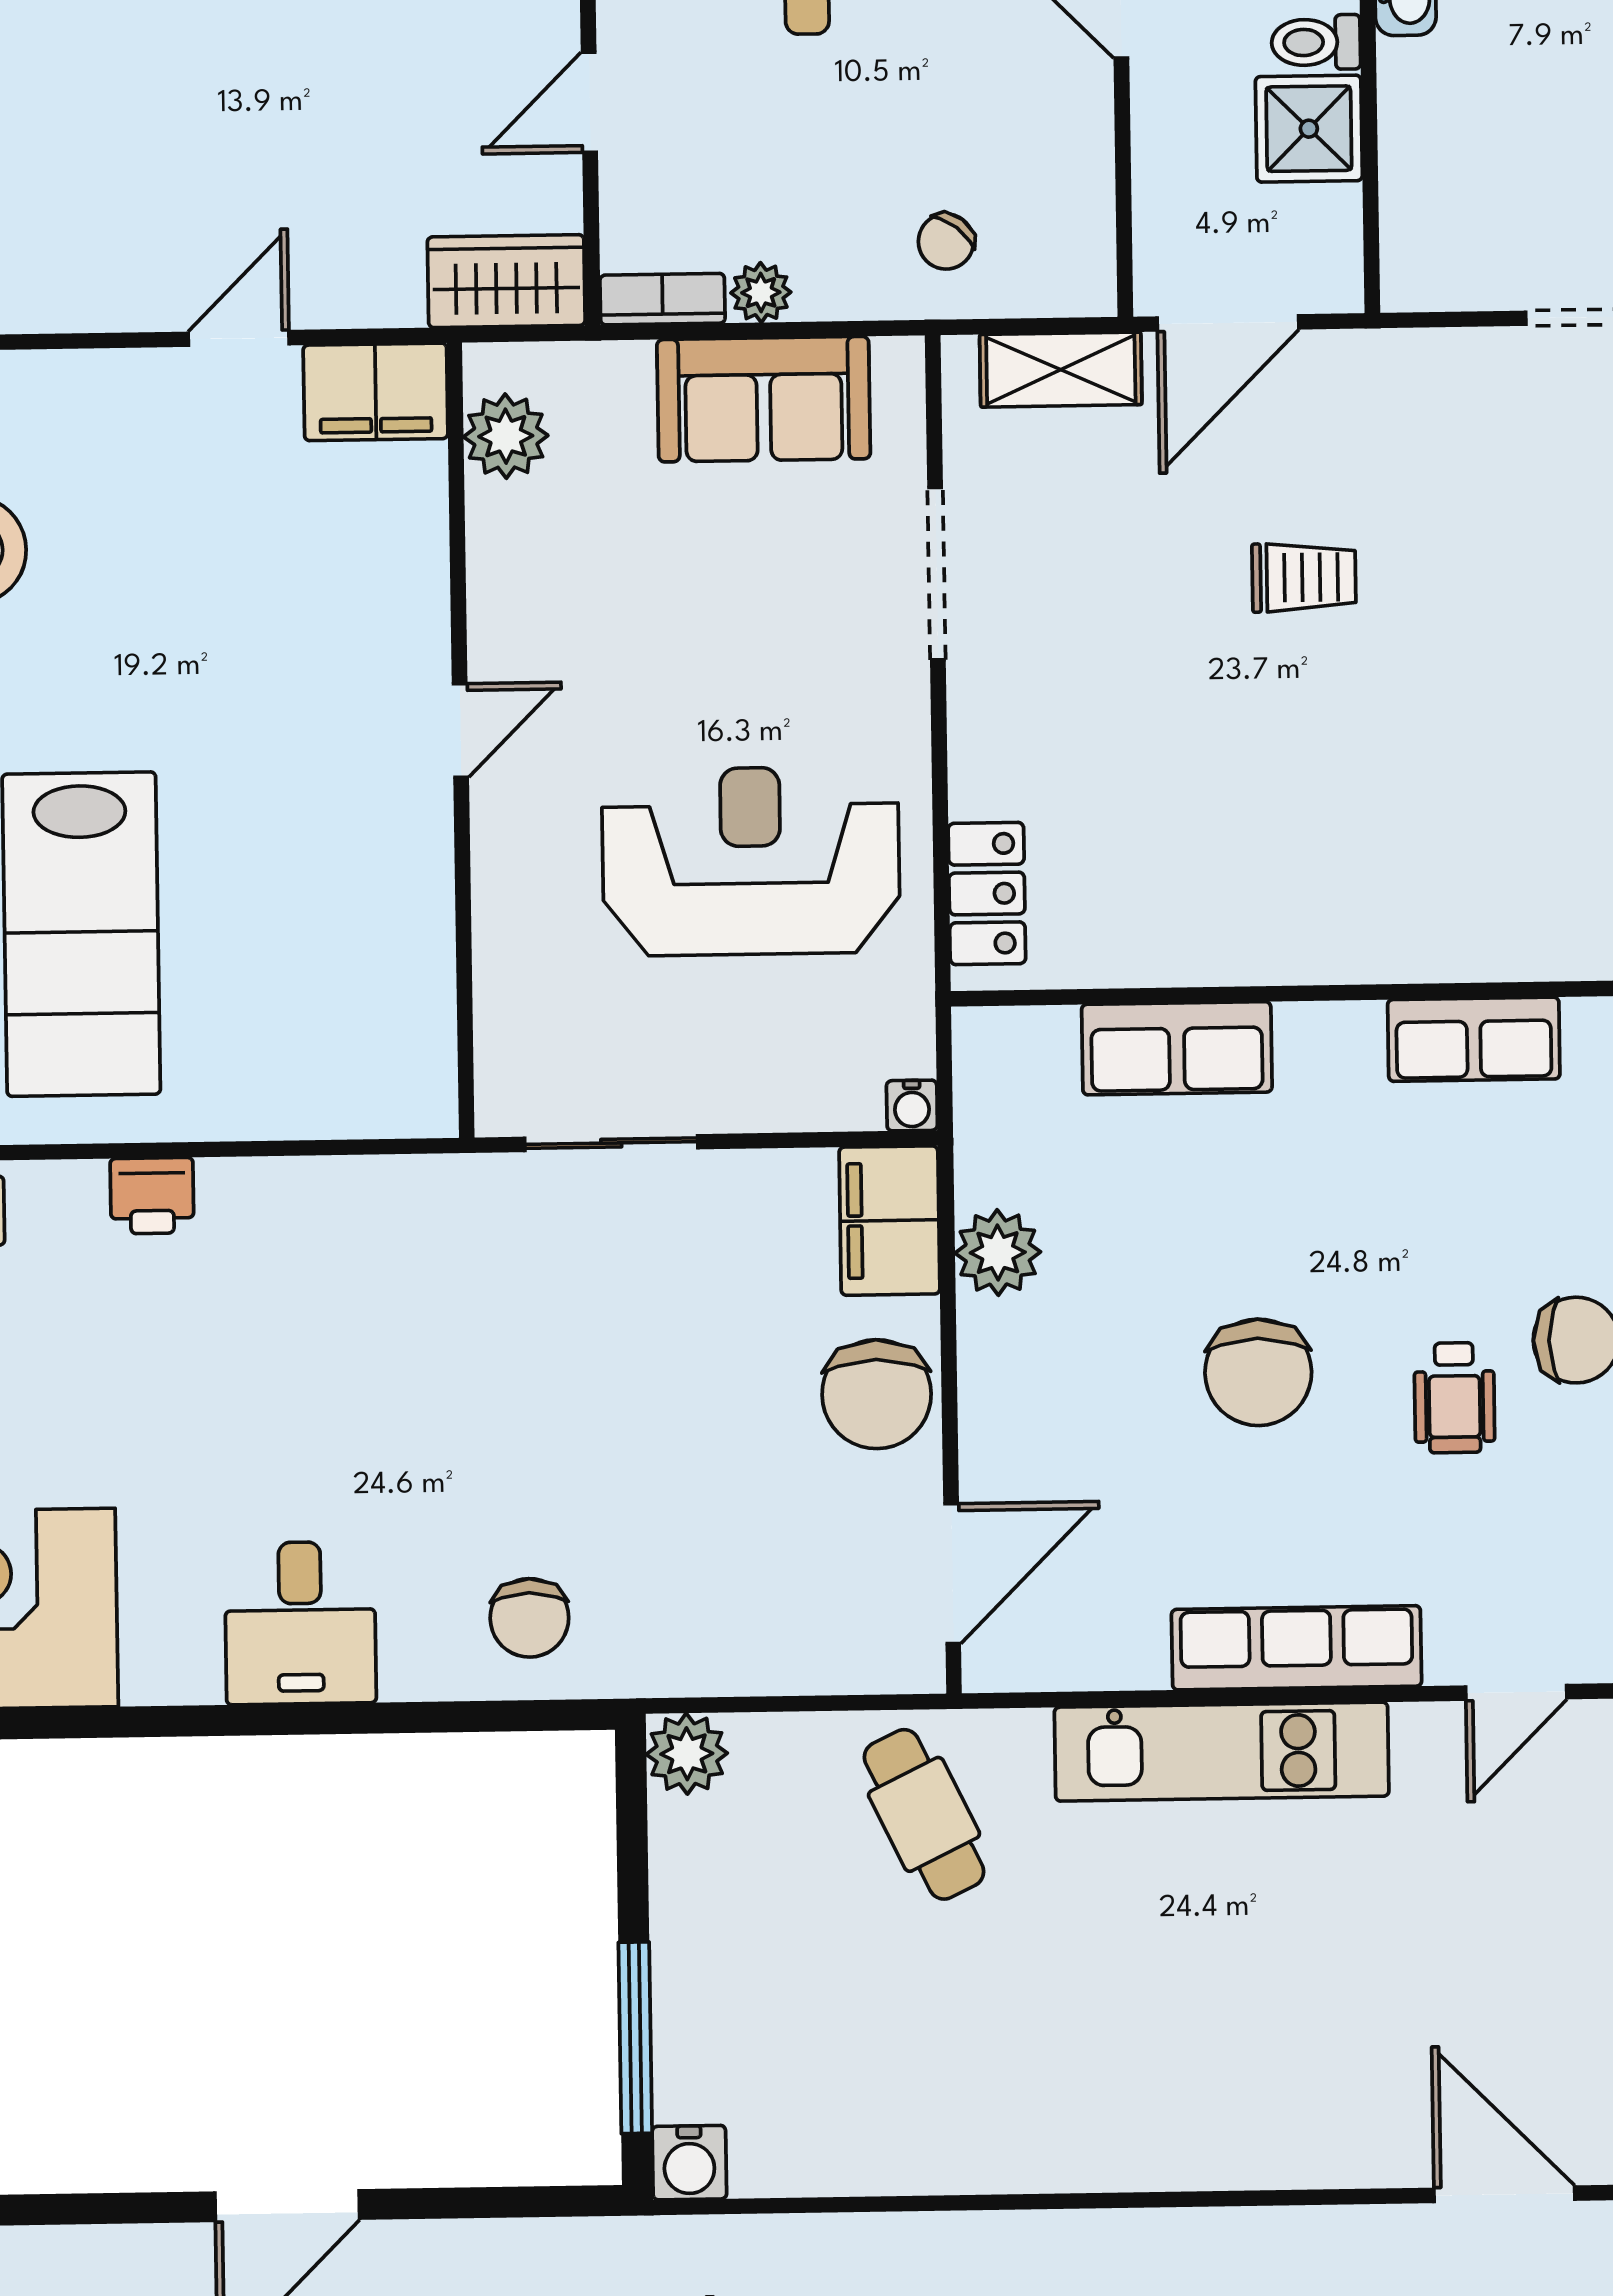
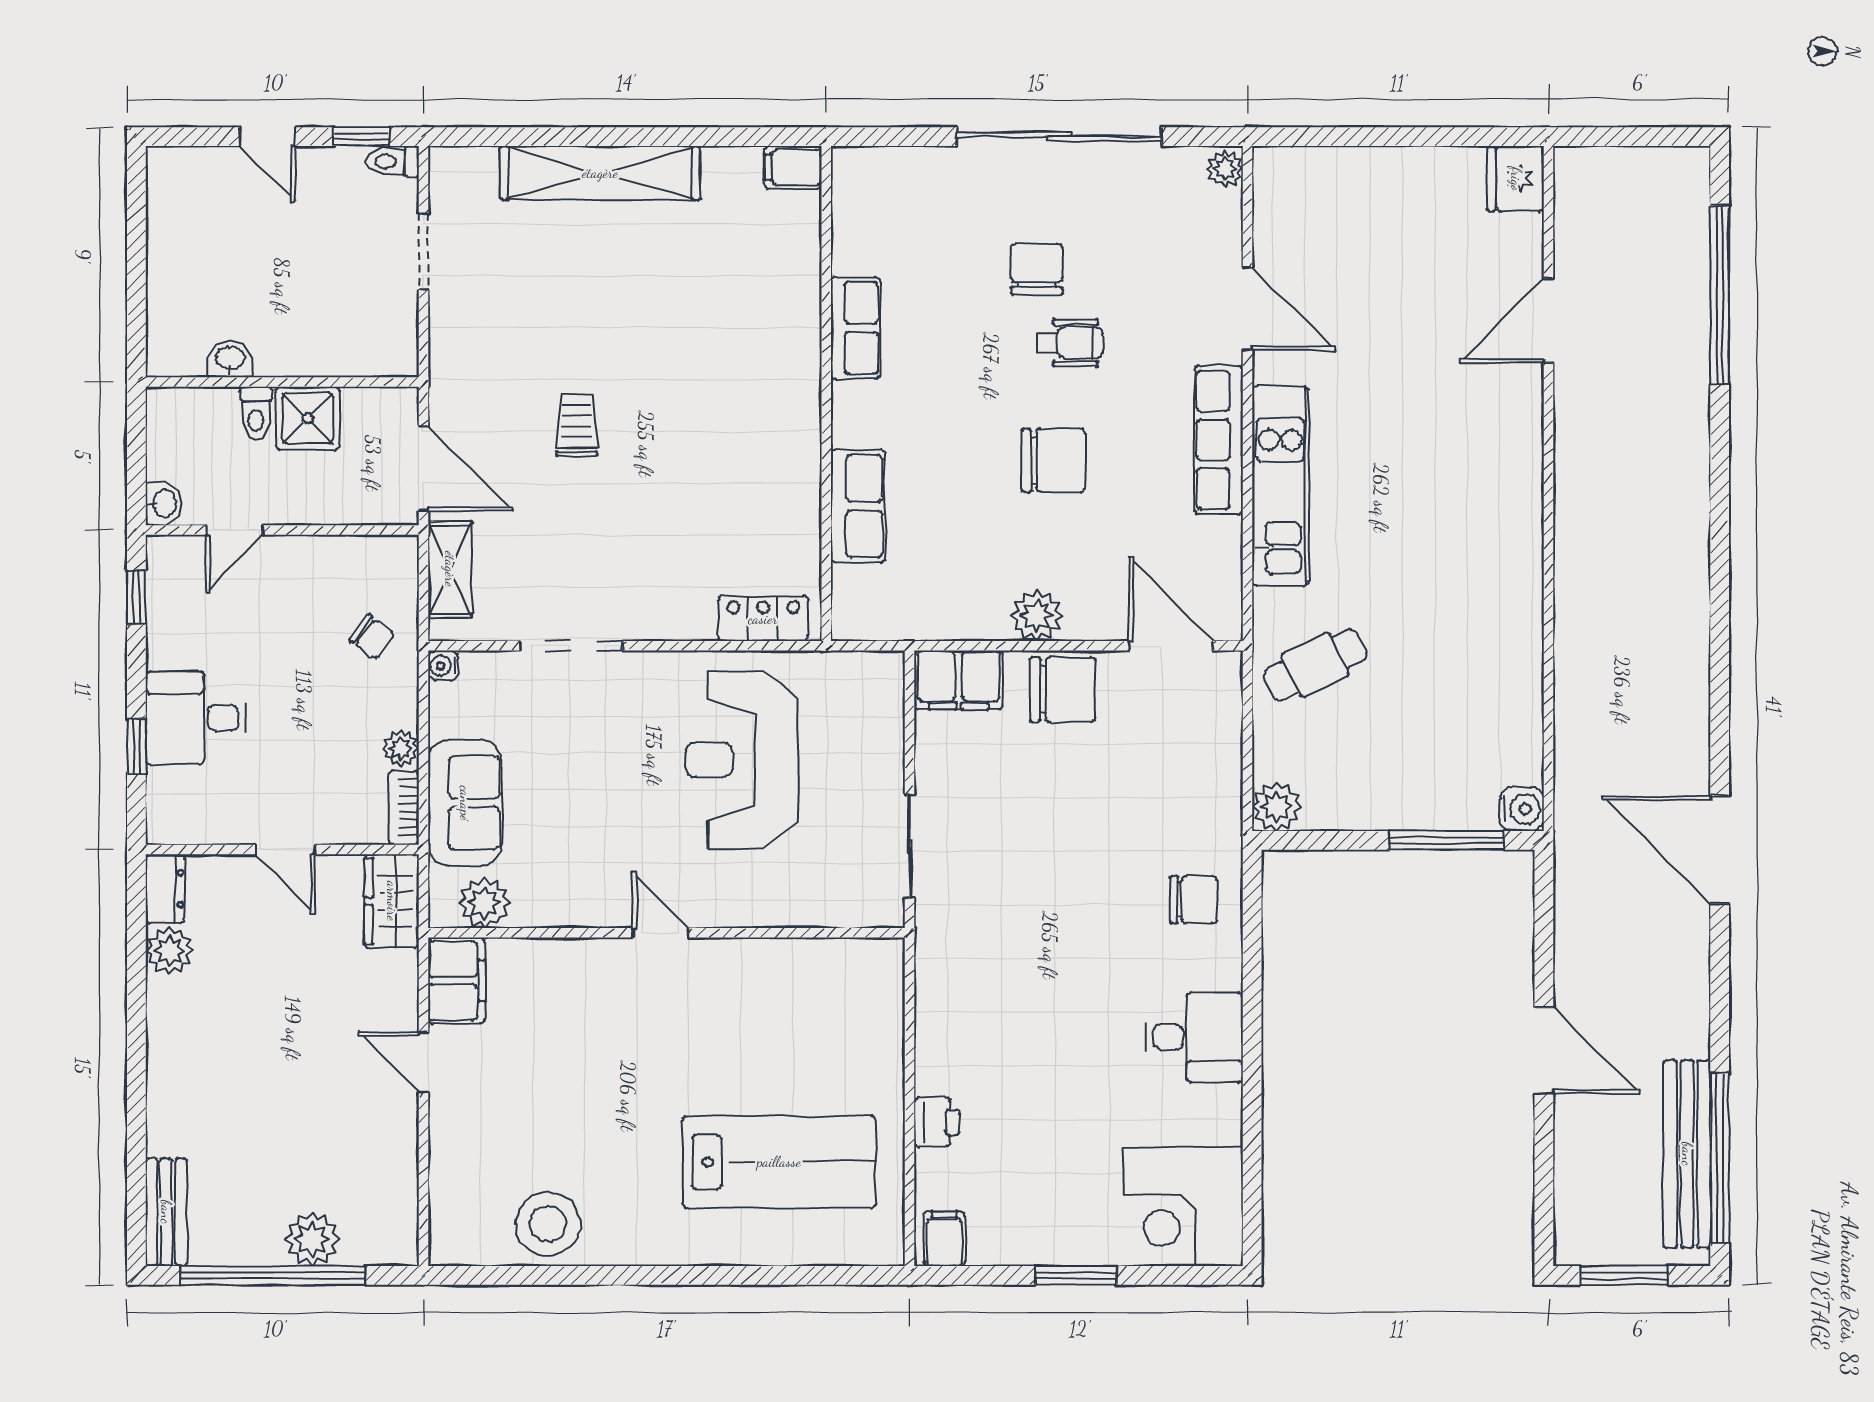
sofa: (764, 399) -> (465, 803), moved
water cooler: (912, 1106) -> (443, 666), moved, turned 180
plant: (998, 1253) -> (1037, 615), moved
door: (1516, 1692) -> (1247, 309), width x1.38

